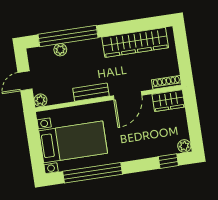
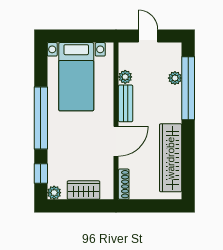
door: (128, 96) -> (116, 141), swing flipped
plant: (40, 100) -> (125, 77), moved
wardrobe: (168, 101) -> (83, 190), moved, turned 90
window: (93, 173) -> (41, 118), moved

